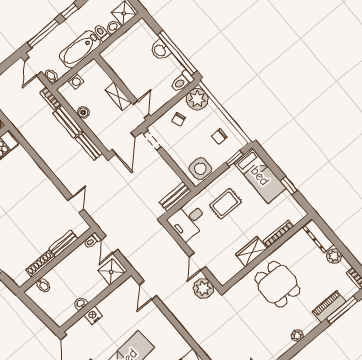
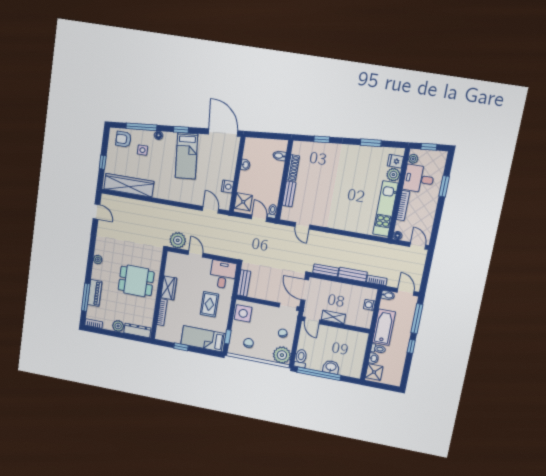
boiler: (83, 113) -> (347, 289), removed
nightstand: (93, 315) -> (227, 187), moved

